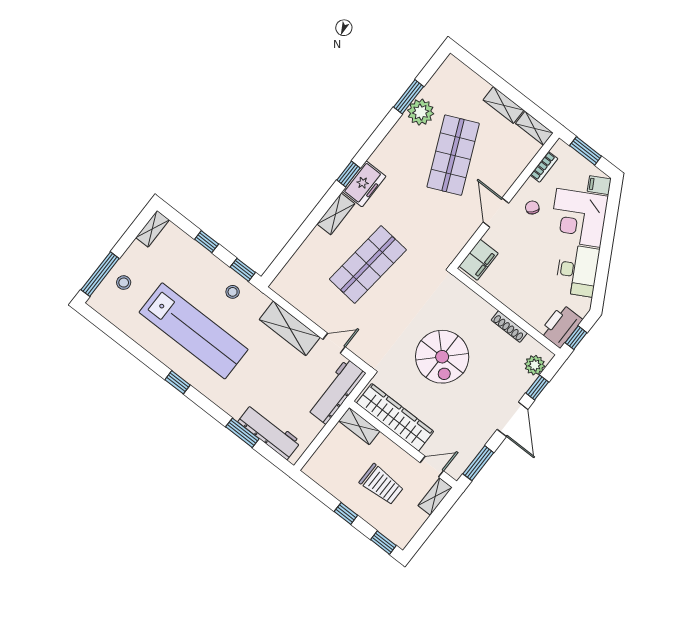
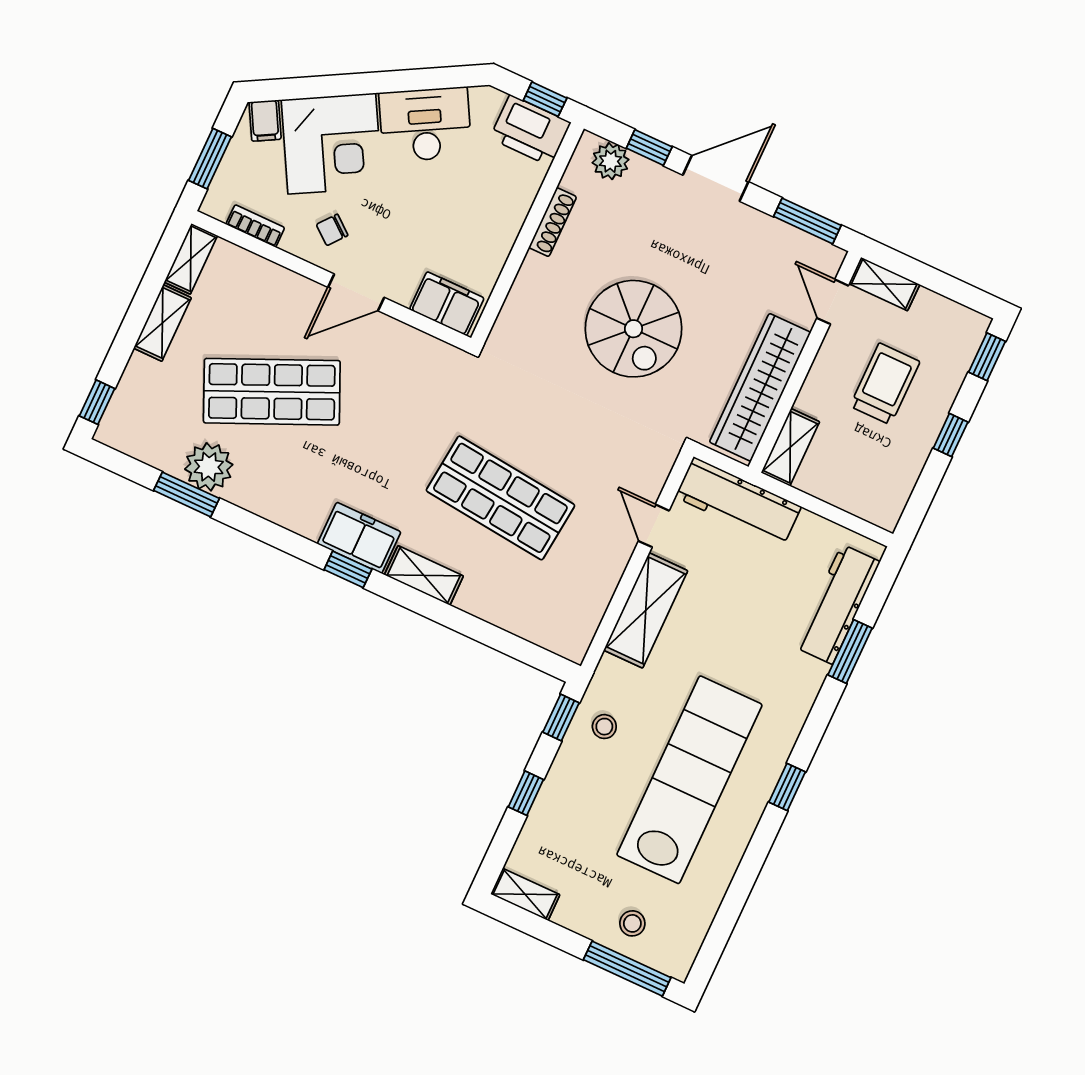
window: (469, 60) -> (97, 402), added
spiral stairs: (442, 357) -> (634, 329), turned 90

